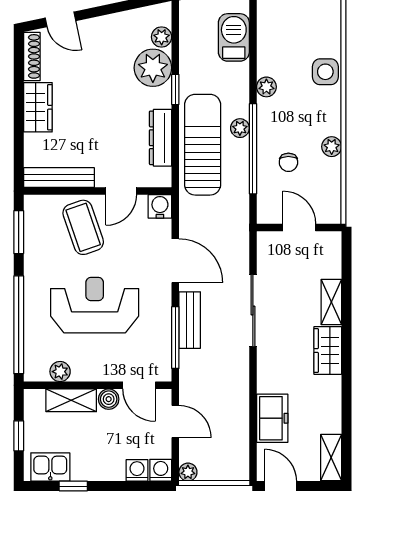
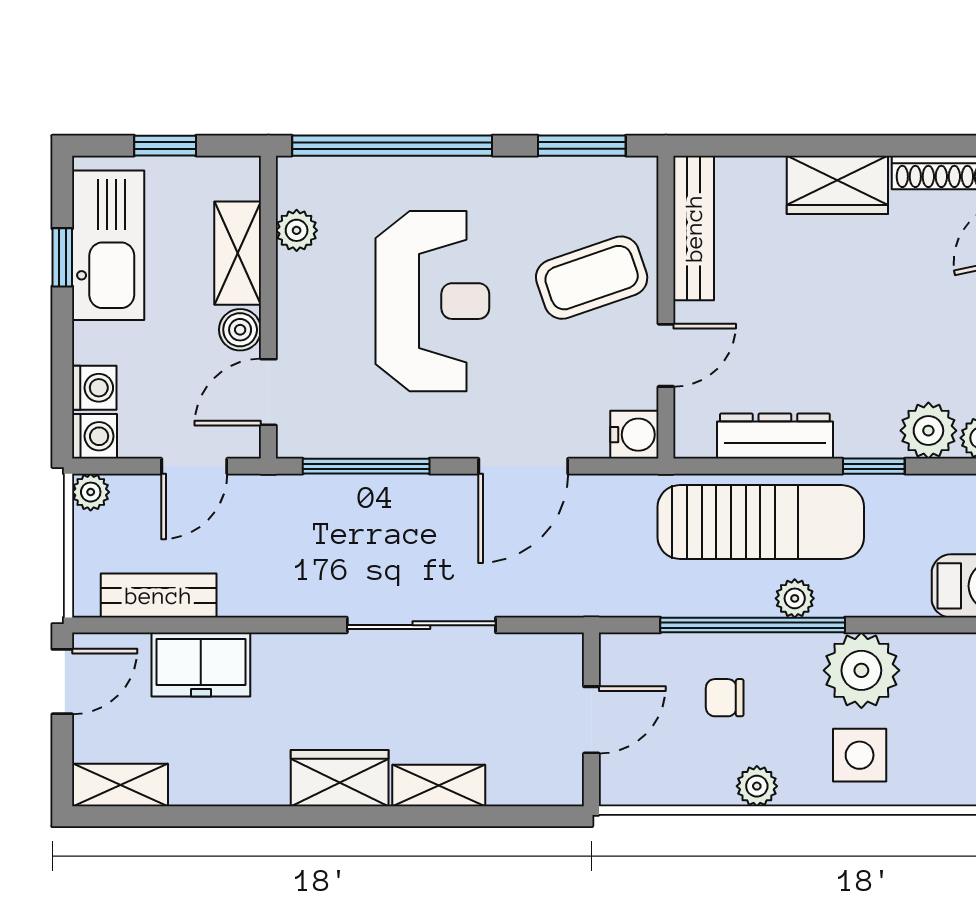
plant: (153, 68) -> (928, 431), width x0.73, depth x0.73
side table: (325, 72) -> (860, 755), moved
plant: (266, 87) -> (861, 670), width x1.88, depth x1.88
door: (121, 191) -> (666, 355), swing flipped
bench: (190, 320) -> (159, 596), moved
kitchen sink: (50, 467) -> (108, 245), width x1.88, depth x1.24

